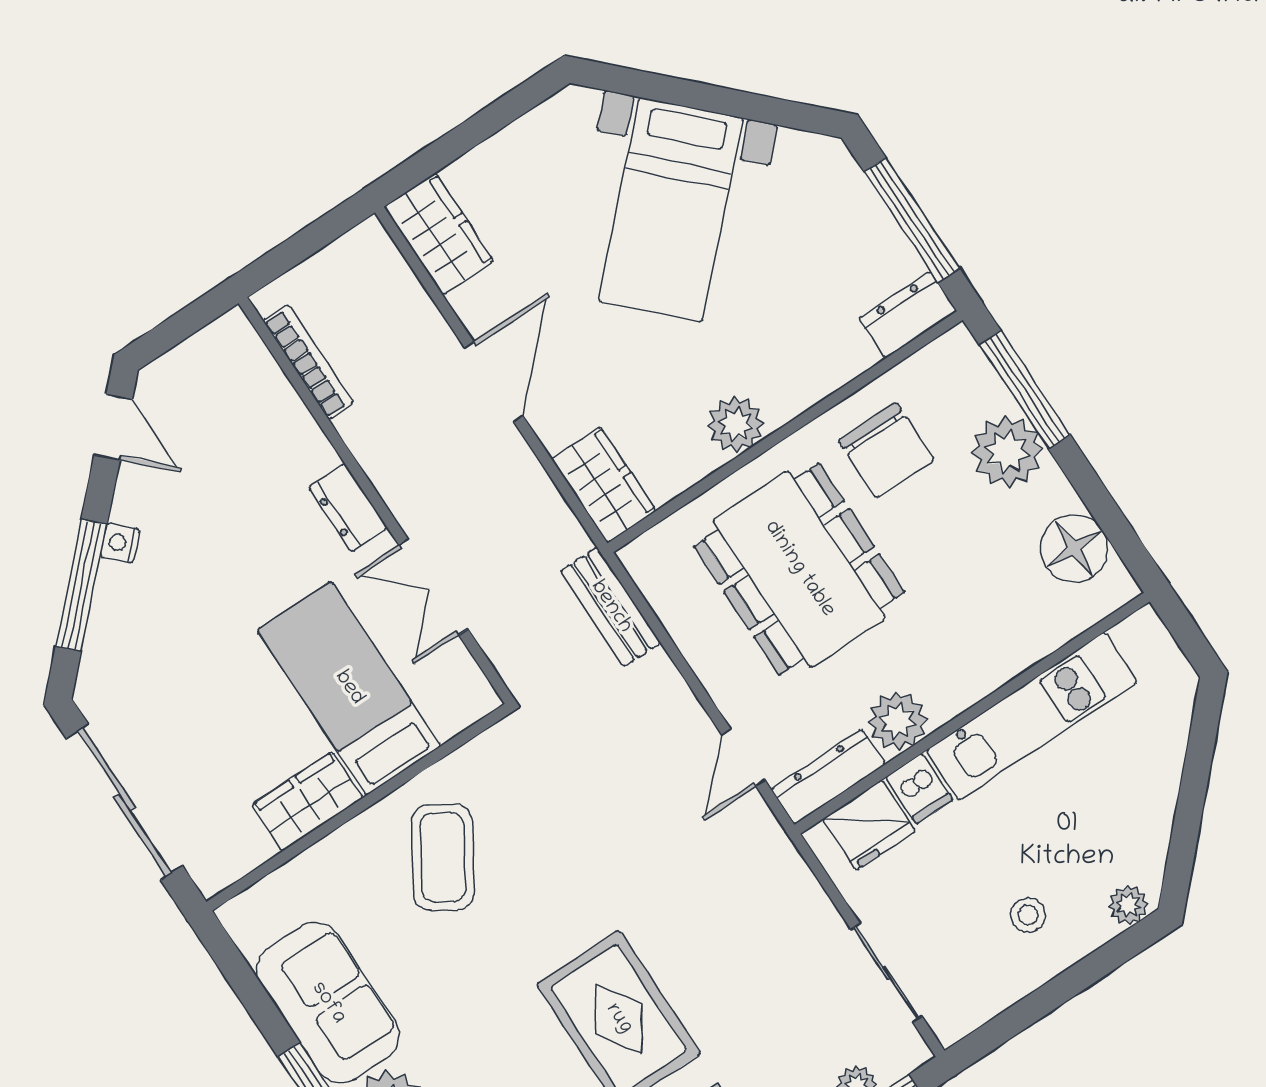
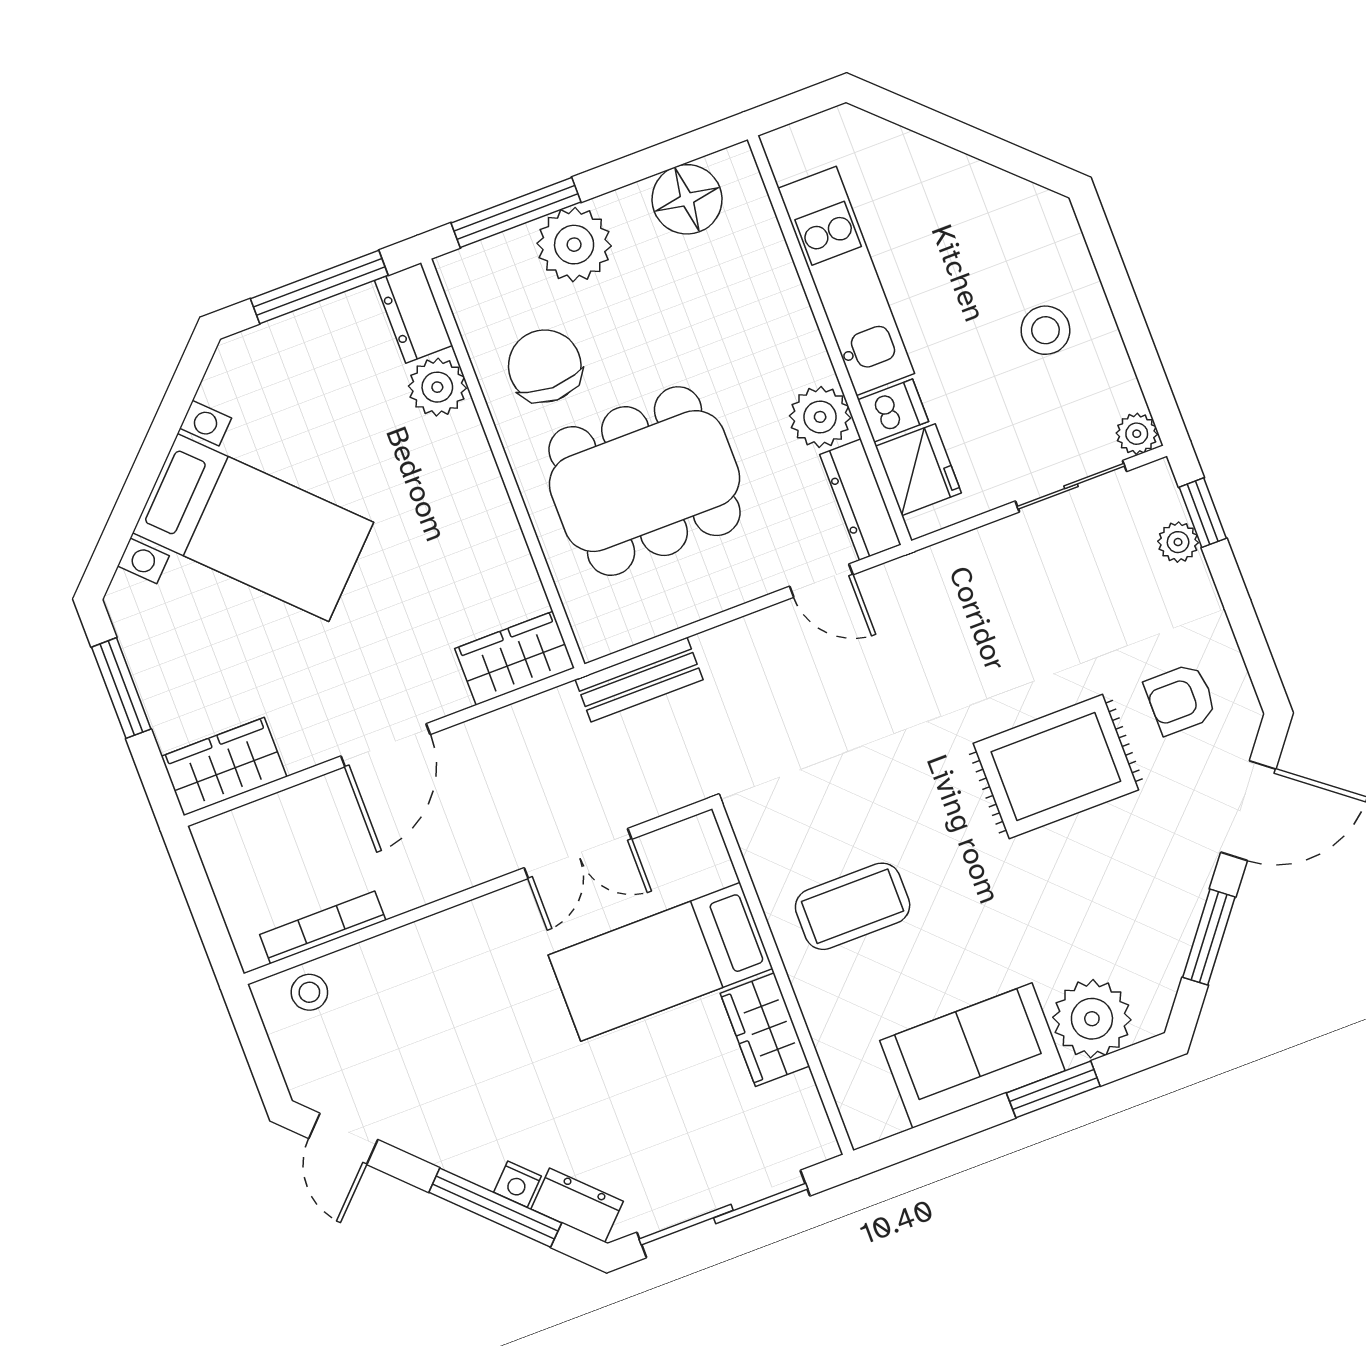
window: (491, 120) -> (121, 688), added
stool: (244, 363) -> (309, 992), added
door: (494, 382) -> (386, 745), swing flipped
plant: (736, 424) -> (437, 387), moved
door: (113, 427) -> (343, 1139), swing flipped
chair: (886, 450) -> (545, 366), turned -90
dresser: (348, 508) -> (577, 1205), moved, turned -135
nightstand: (120, 543) -> (518, 1184), moved
coffee table: (443, 857) -> (853, 906), turned -32
plant: (1128, 905) -> (1137, 434), moved
stool: (1028, 915) -> (1045, 330), width x1.37, depth x1.37

